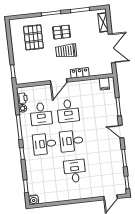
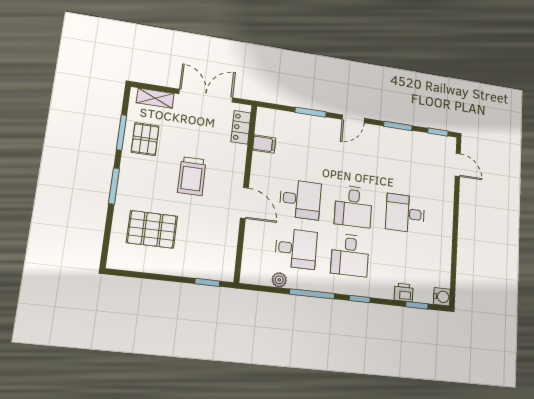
pallet: (62, 32) -> (145, 139), moved
locker: (80, 73) -> (241, 127), moved
filing cabinet: (104, 84) -> (264, 144), moved
printer: (22, 98) -> (404, 292), moved

